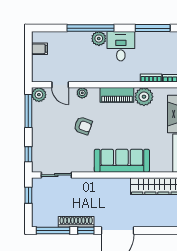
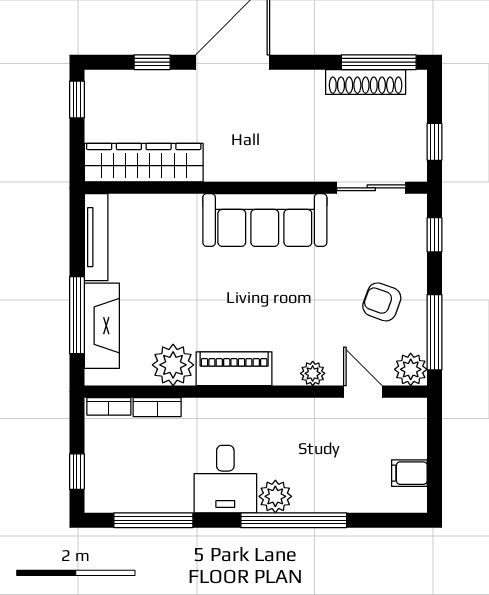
armchair: (83, 126) -> (382, 302), moved
sofa: (122, 161) -> (265, 220), moved
shoe rack: (76, 222) -> (366, 82), moved
window: (86, 231) -> (152, 62), moved

